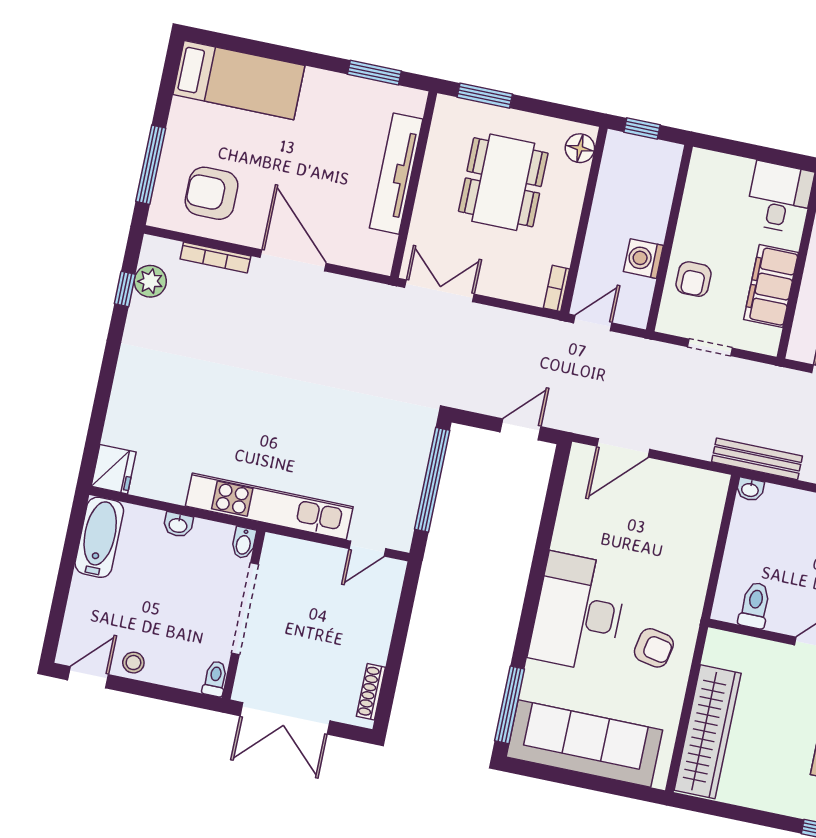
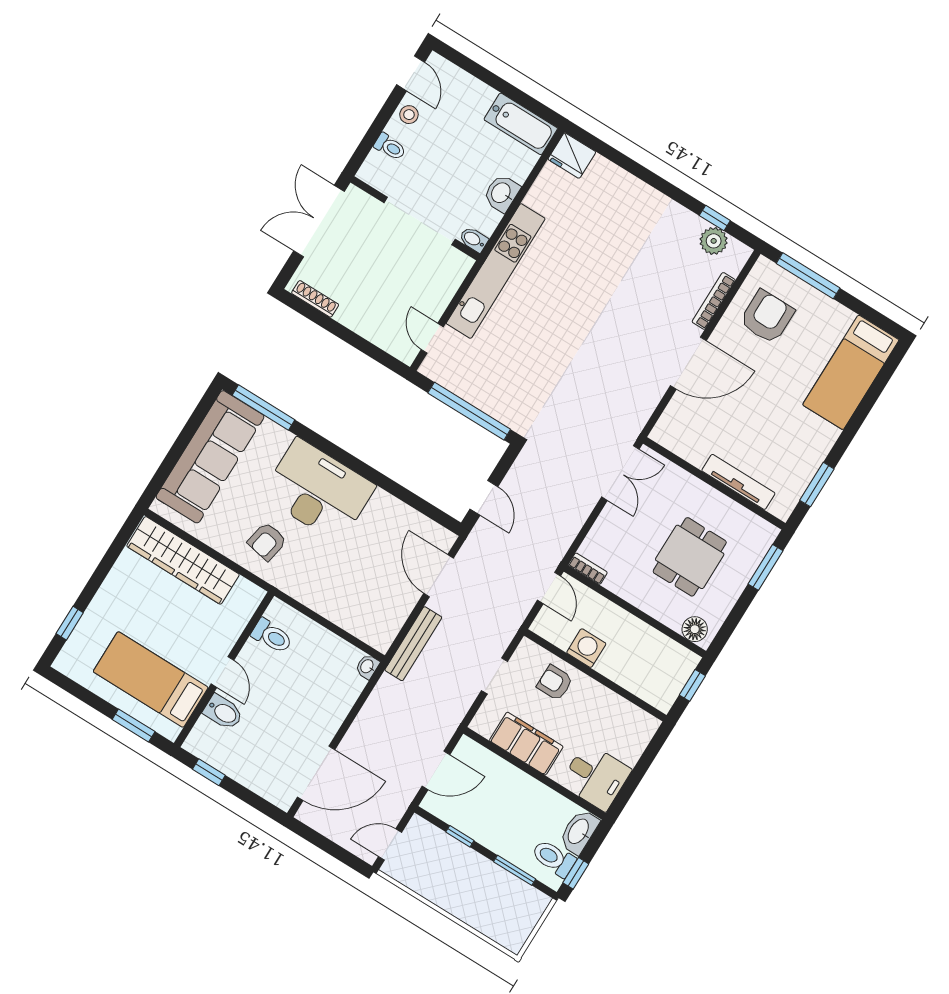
tv unit: (396, 174) -> (738, 482), width x0.73, depth x0.78
dining table: (503, 182) -> (690, 557), width x0.73
bench: (757, 459) -> (413, 644), moved
washbasin: (178, 525) -> (502, 193), width x1.38, depth x1.45
toilet: (215, 679) -> (390, 147), moved

